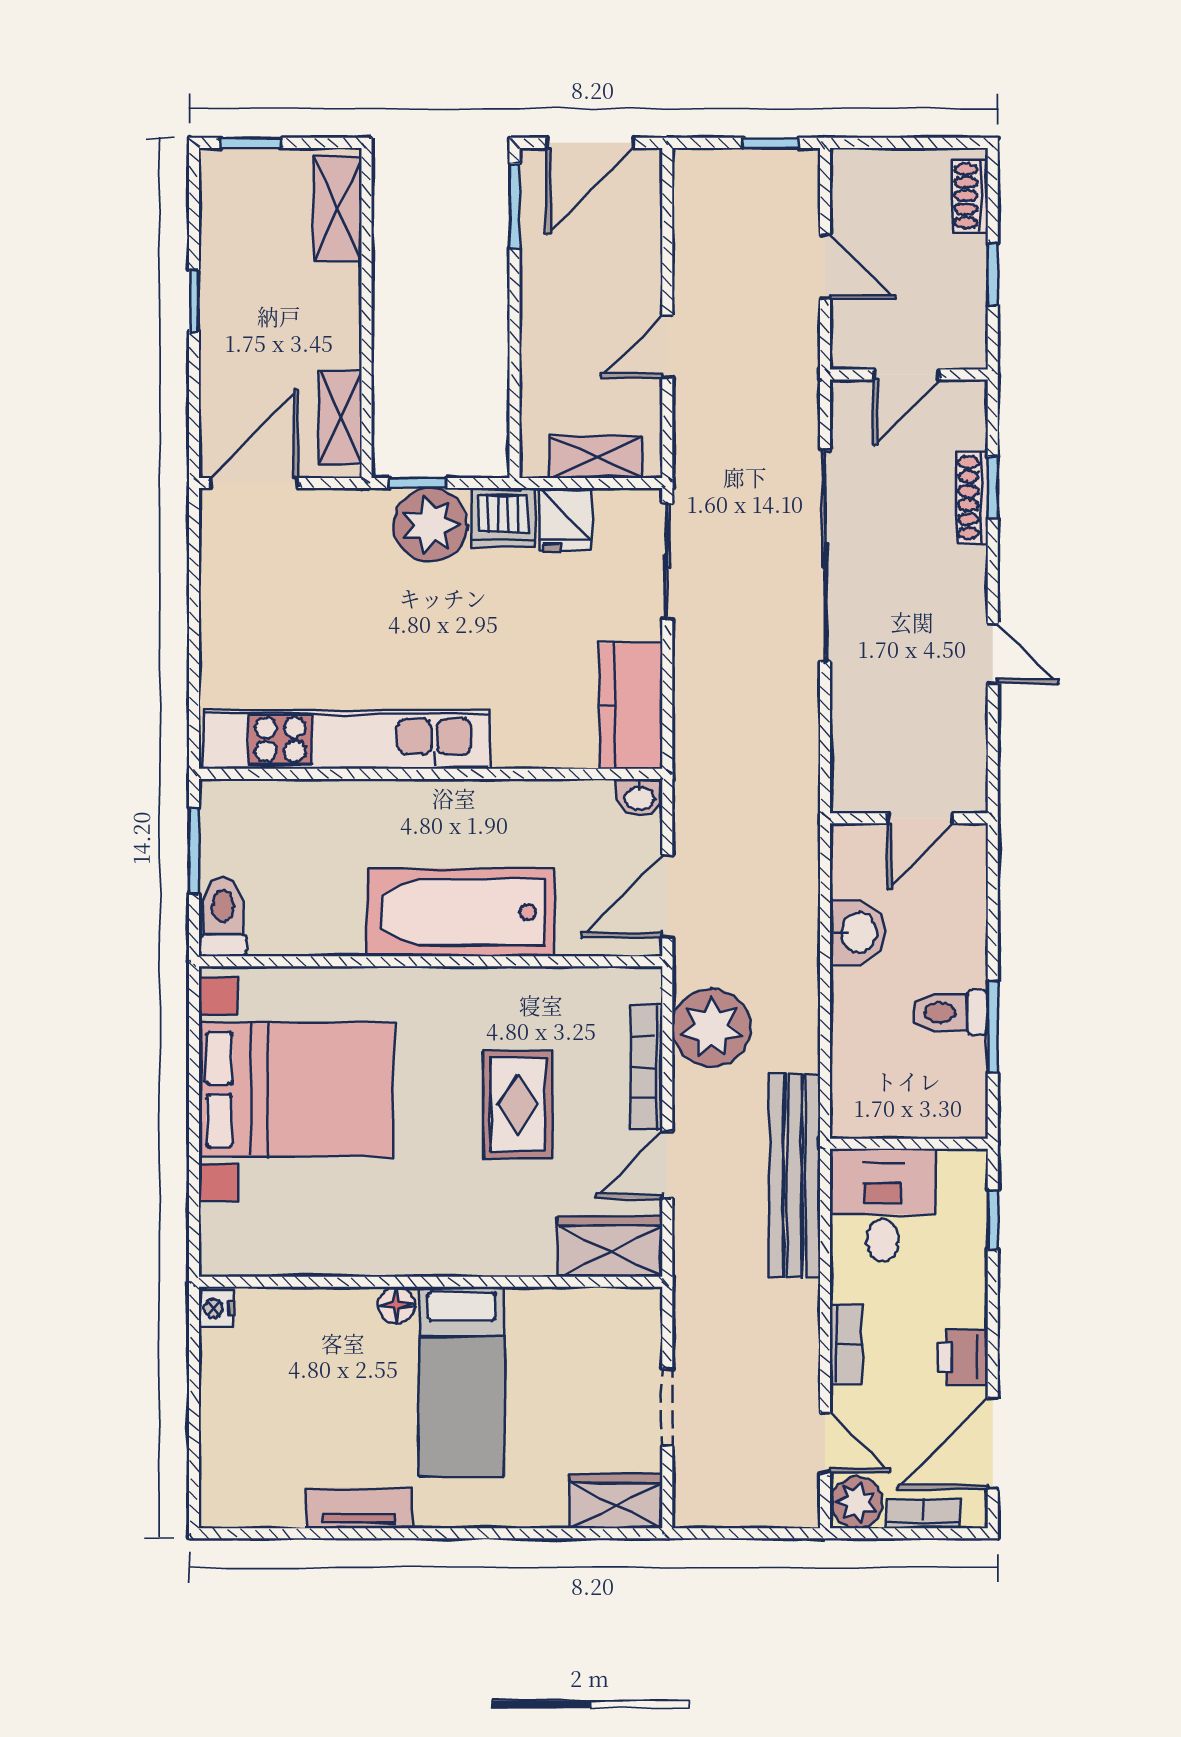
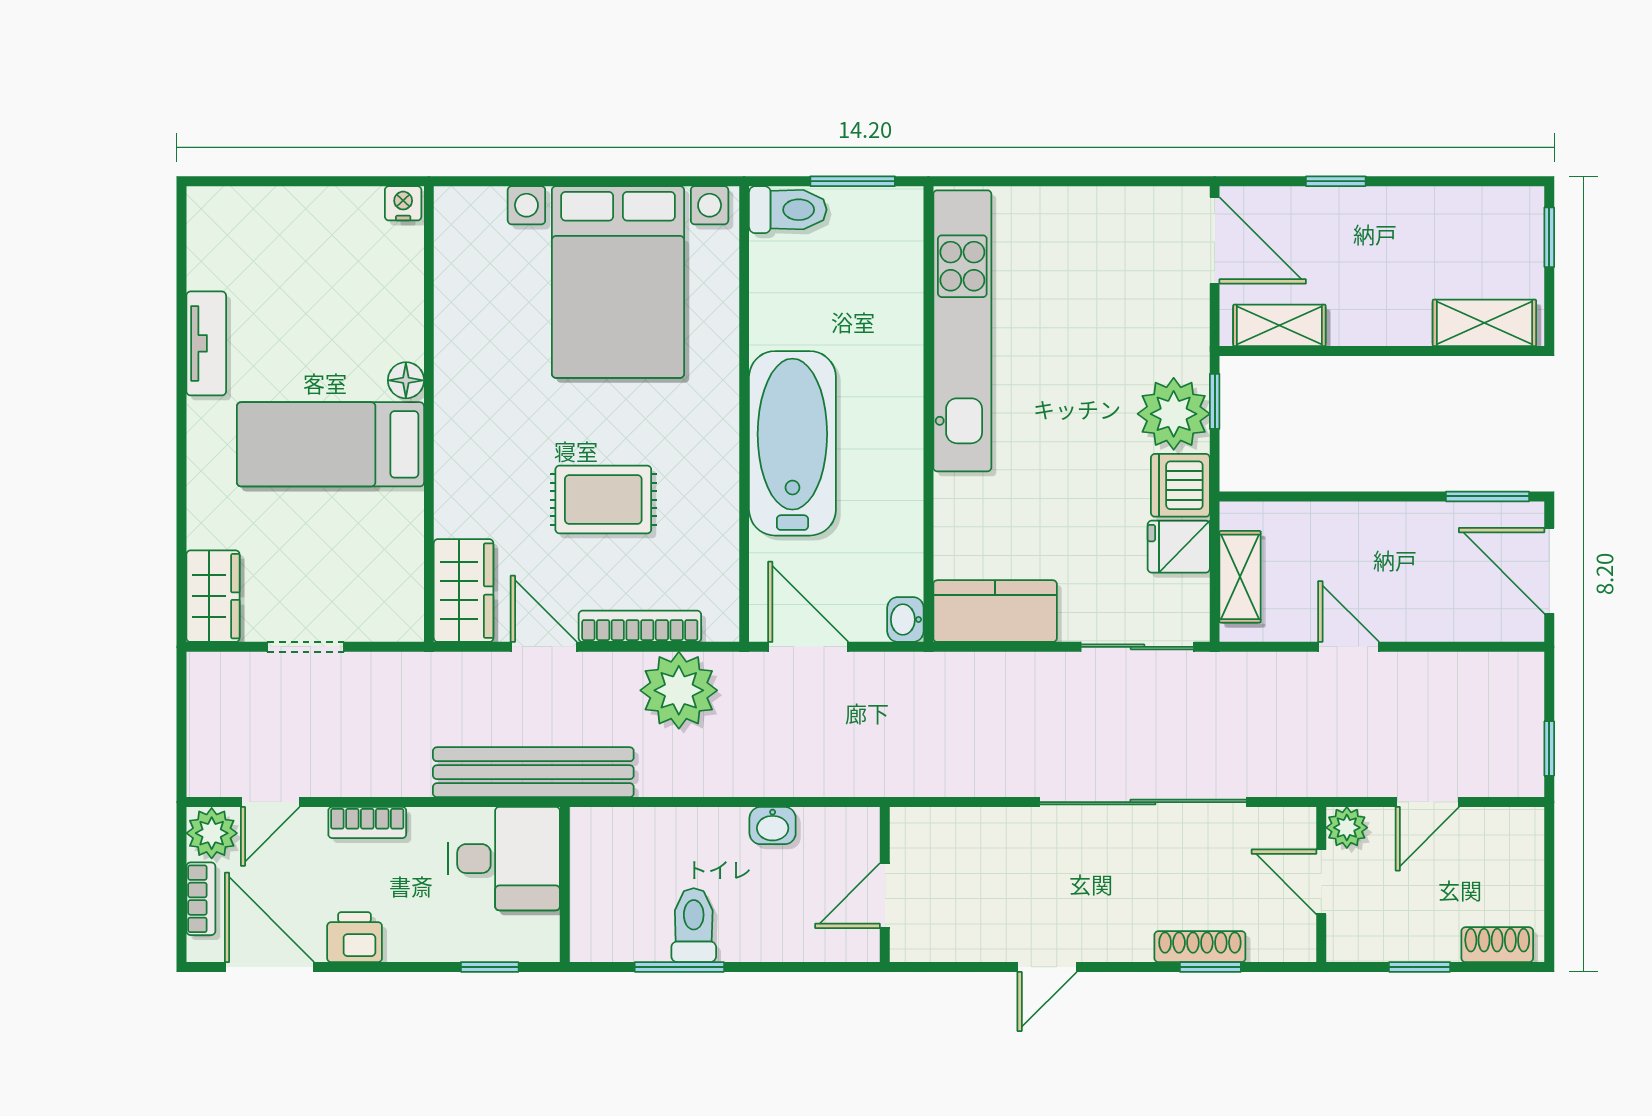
window: (194, 300) -> (1336, 181), moved
plant: (851, 349) -> (1347, 828), added
door: (920, 818) -> (885, 896), hinge flipped
washbasin: (857, 932) -> (773, 826), width x0.72, depth x0.69

